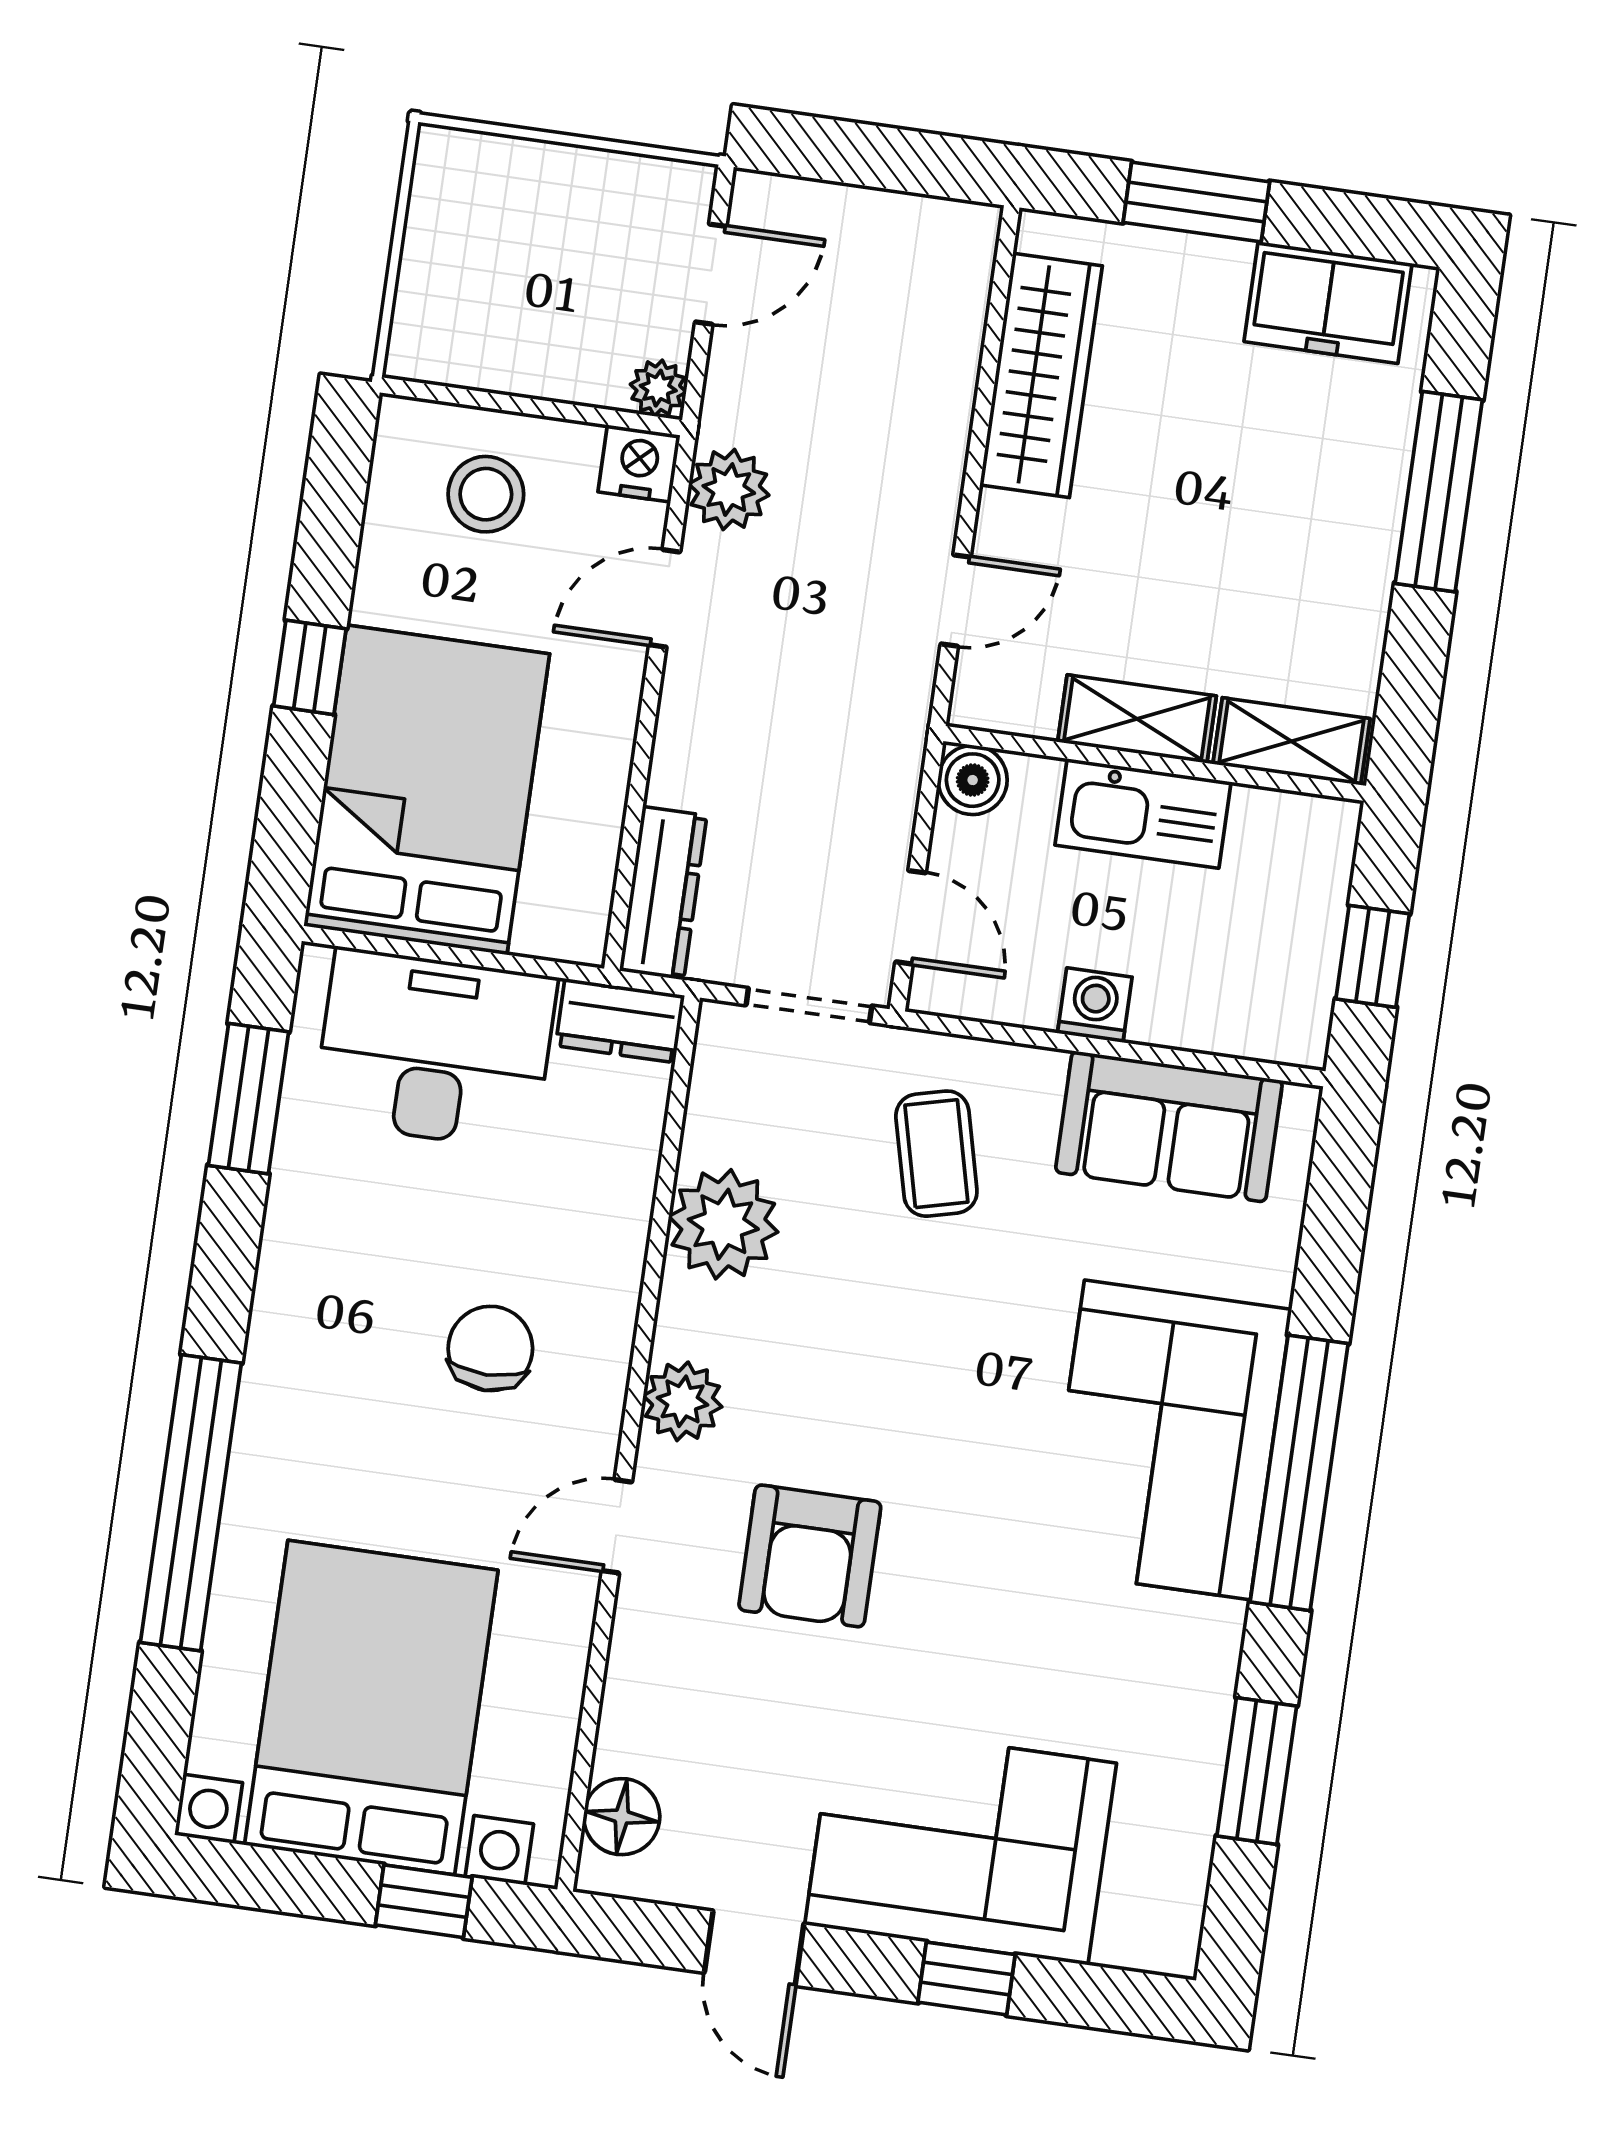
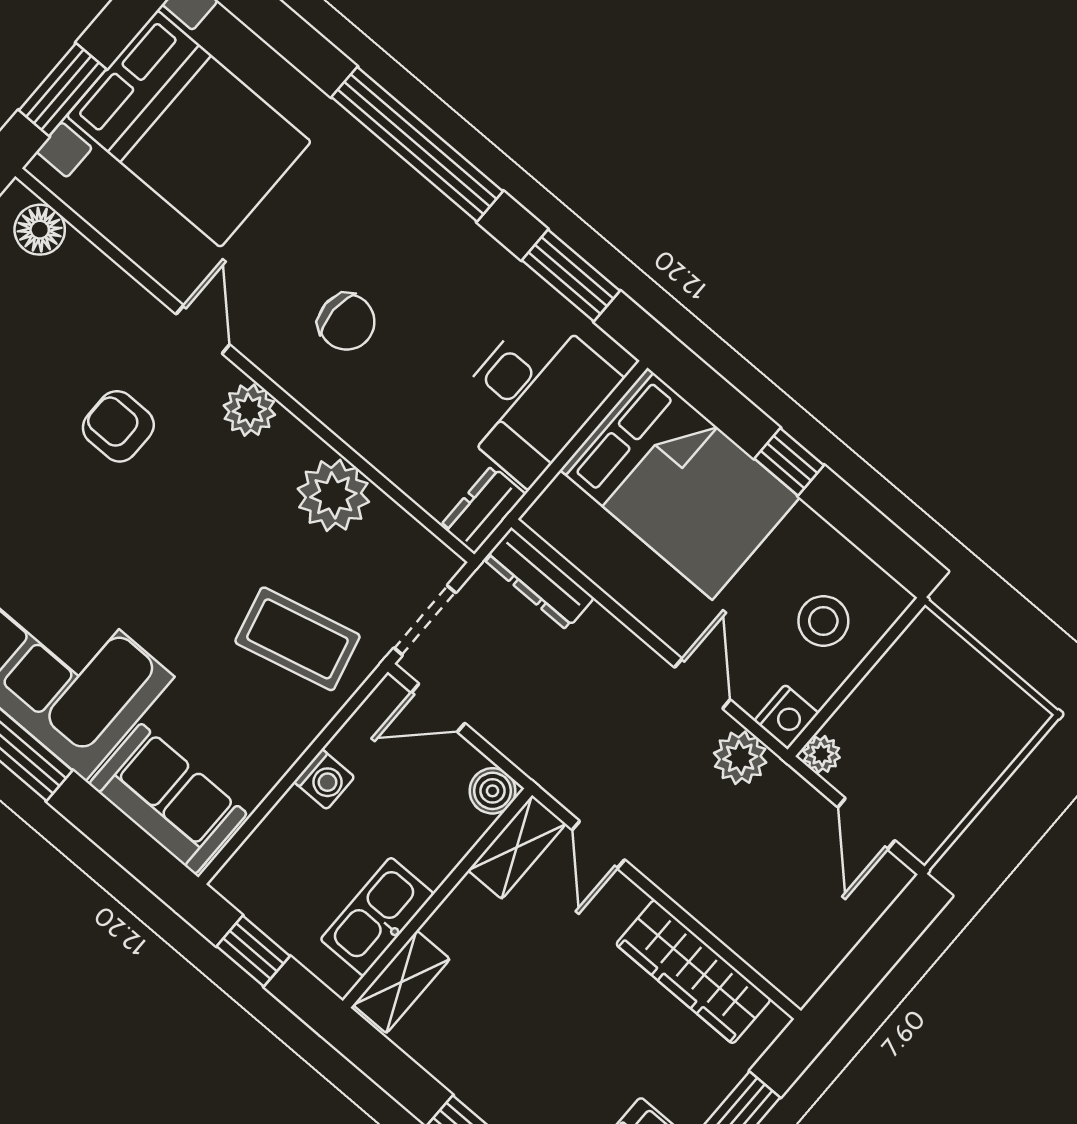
shelving: (1137, 719) -> (517, 847), moved
kitchen sink: (1143, 813) -> (377, 917), moved
sofa: (1169, 1126) -> (168, 799), moved, turned 90
coffee table: (936, 1154) -> (297, 639), width x1.36, depth x1.30
window: (191, 1503) -> (417, 144), moved
armchair: (810, 1556) -> (118, 426), width x0.72, depth x0.72
window: (424, 1901) -> (63, 90), width x1.50

